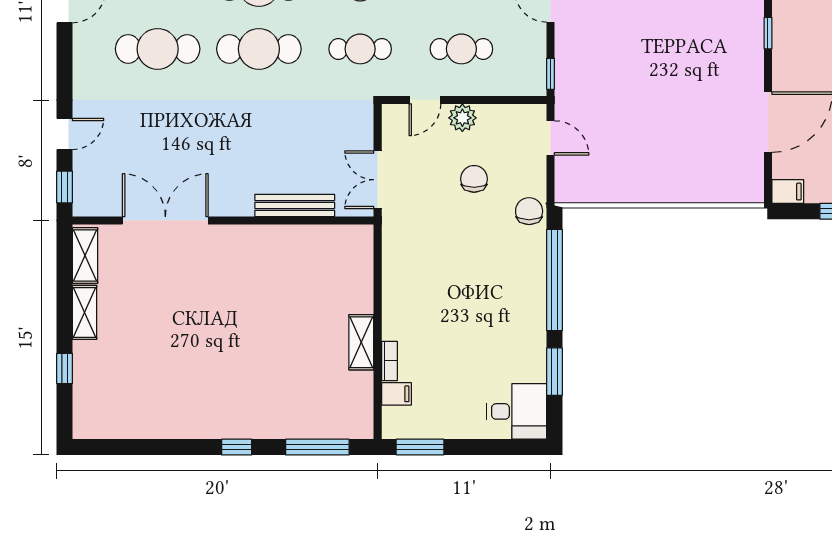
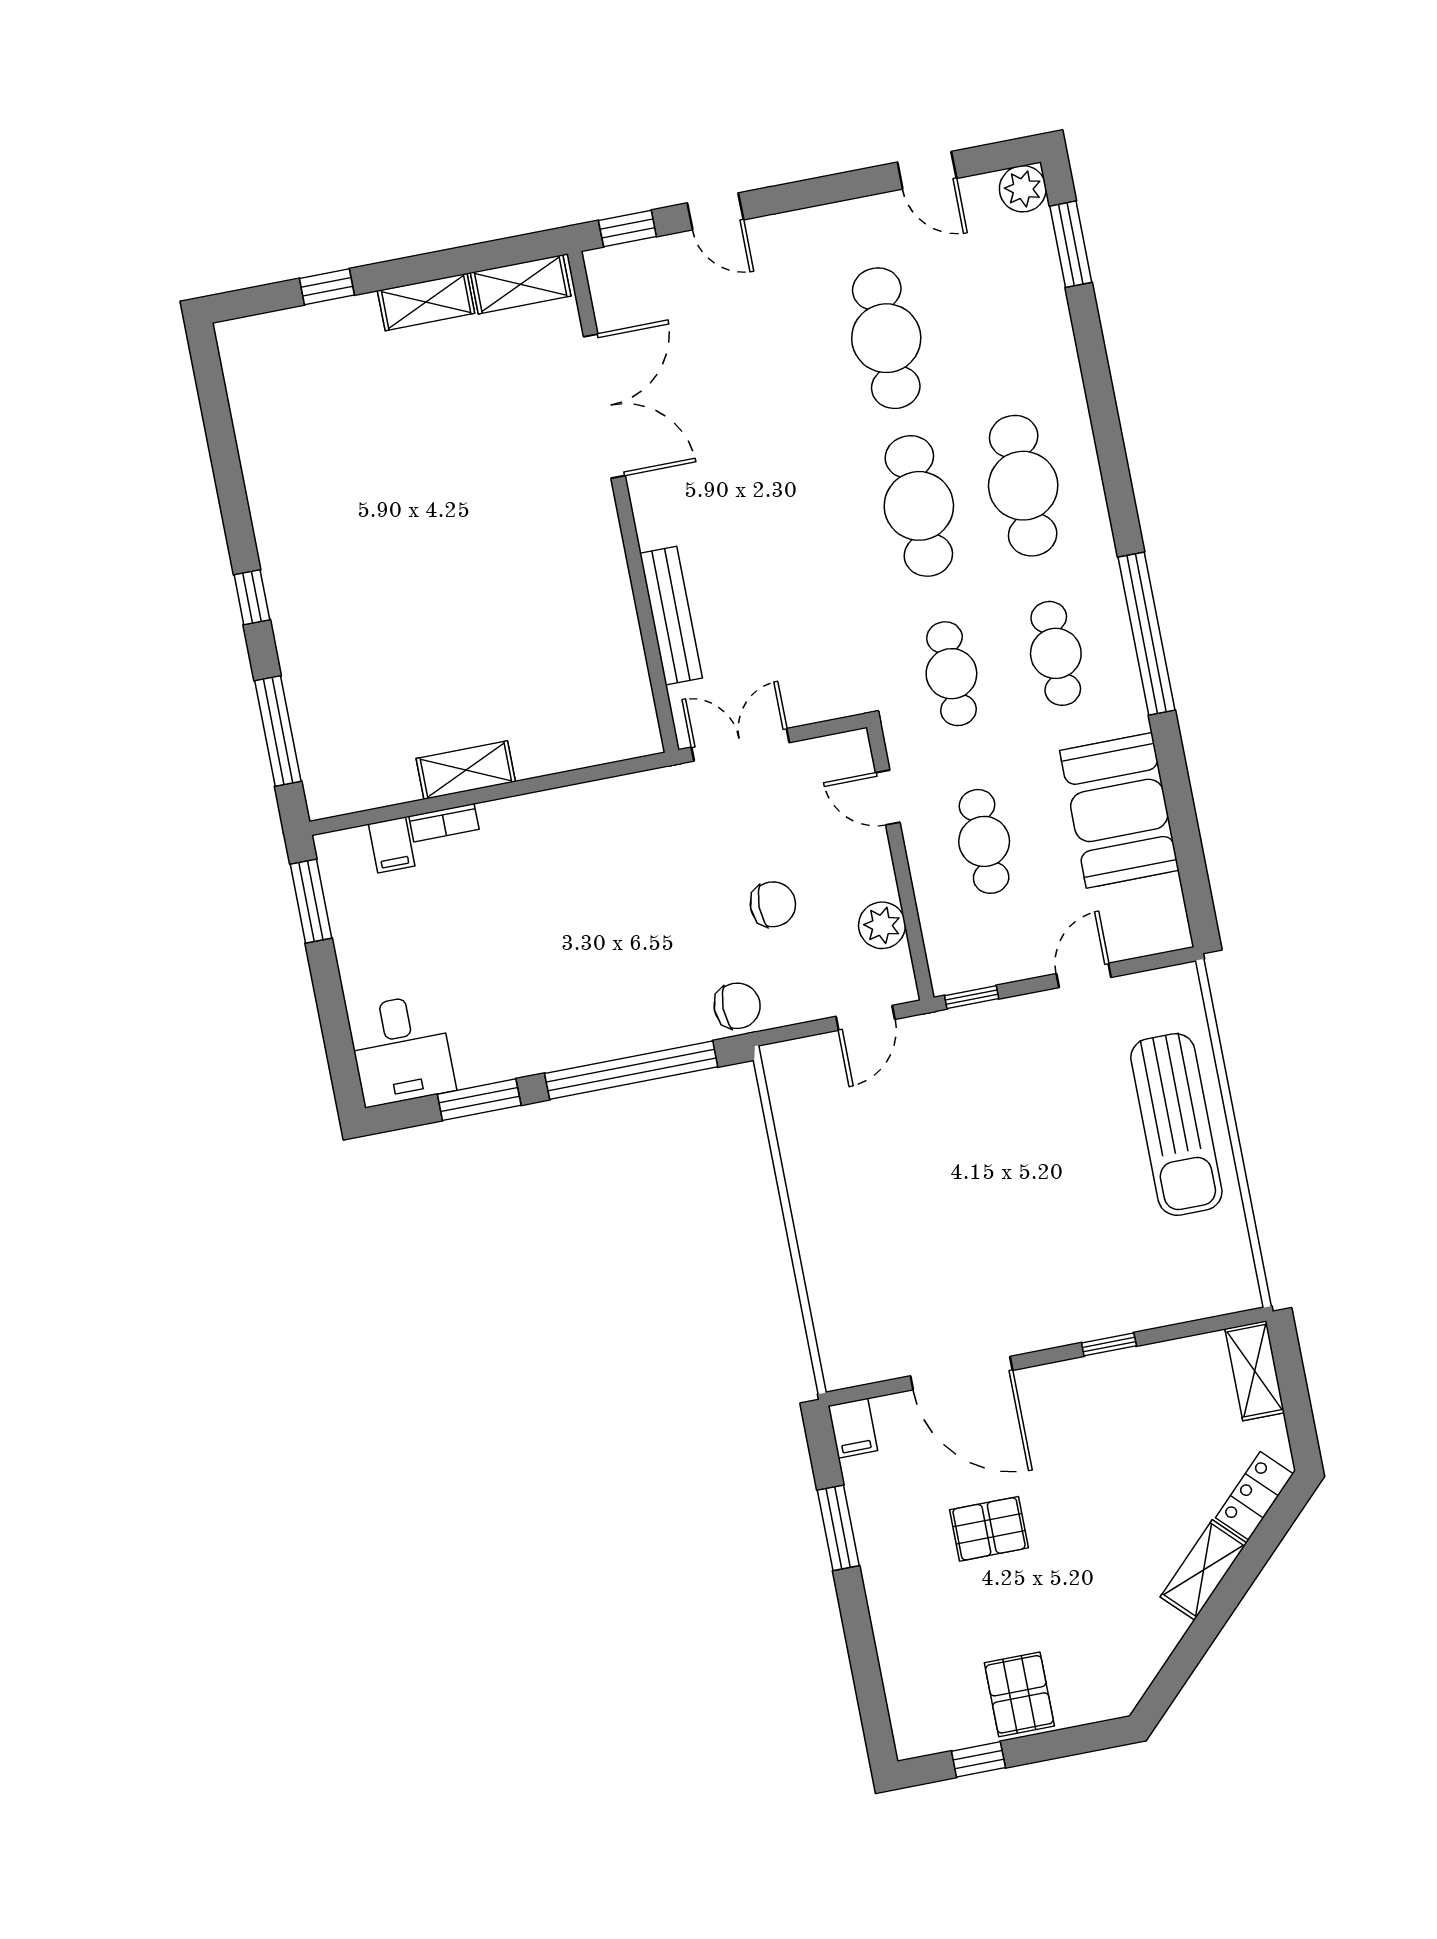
plant: (462, 118) -> (882, 925), moved

